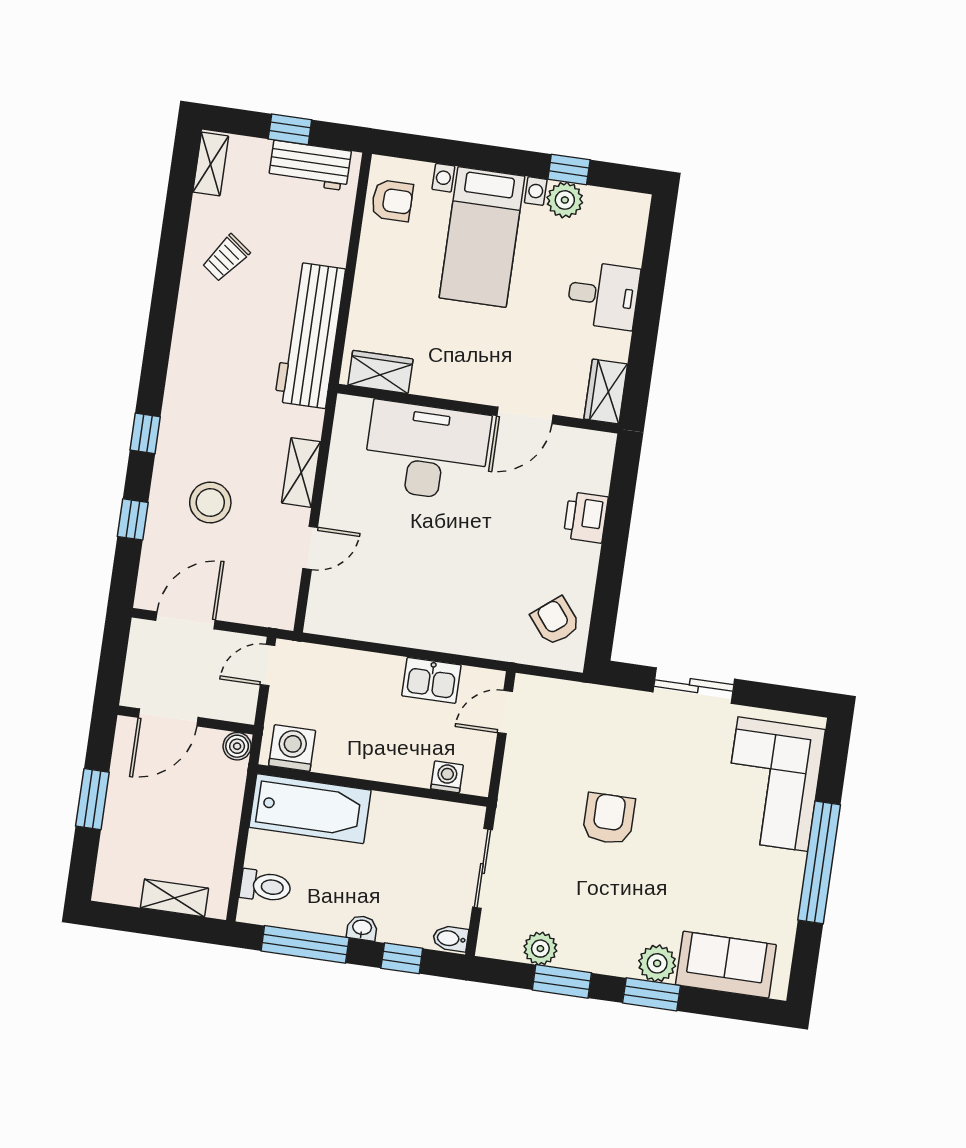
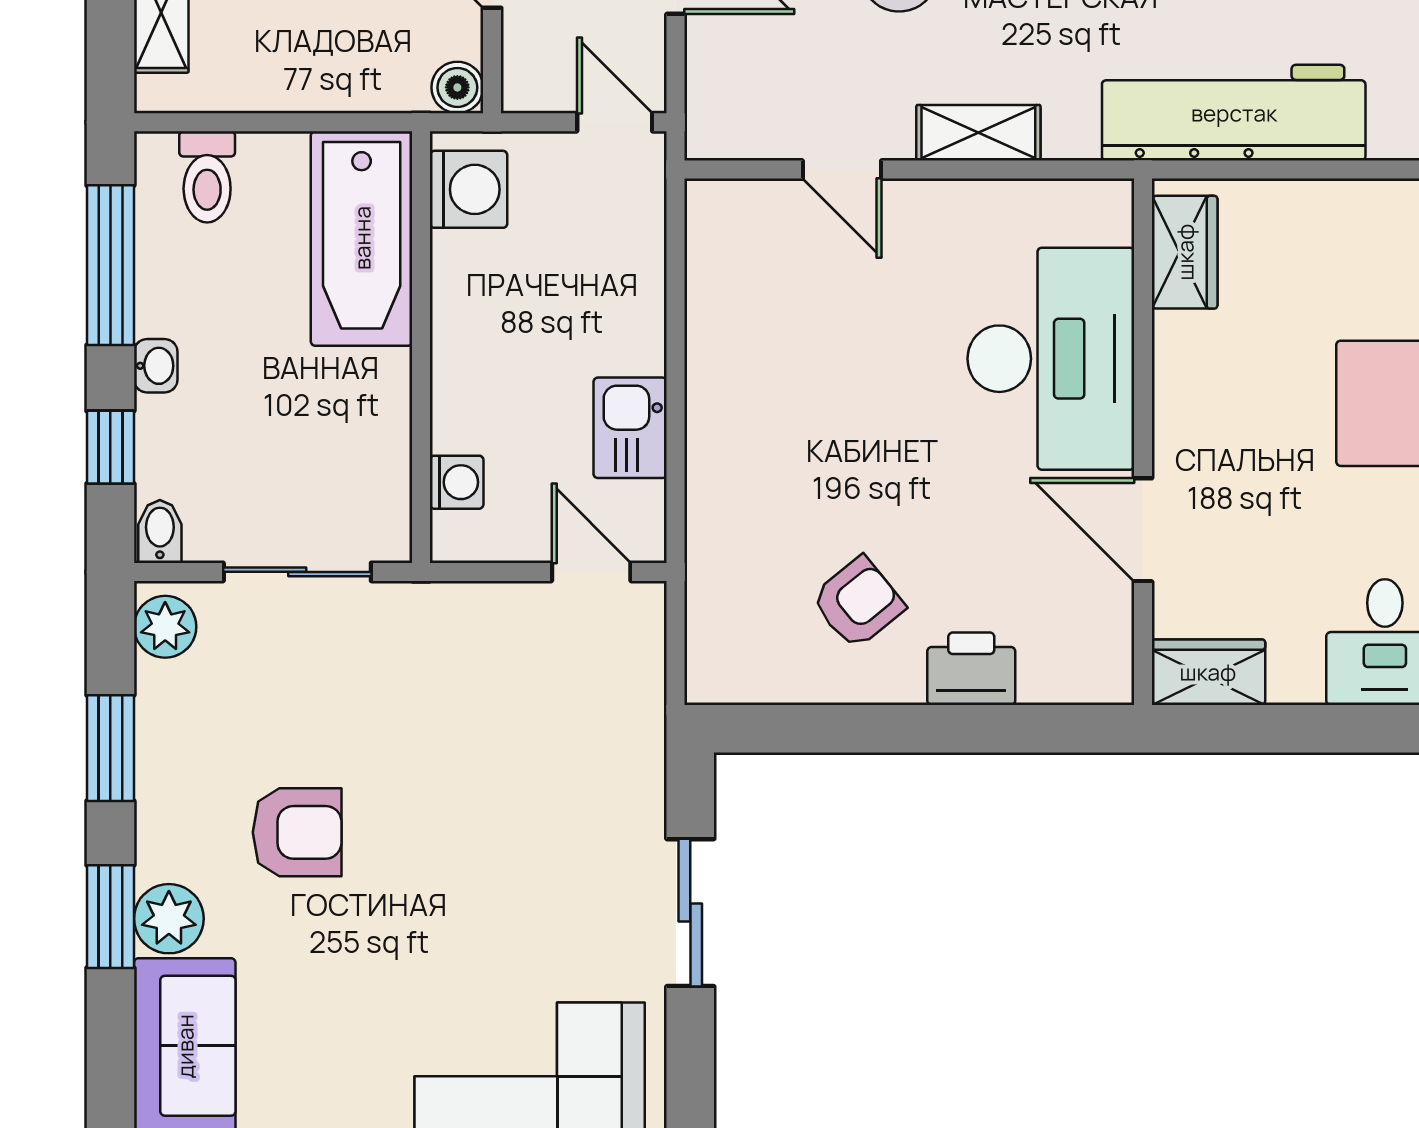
armchair: (555, 621) -> (858, 603), moved
armchair: (609, 819) -> (297, 832), moved
plant: (540, 949) -> (165, 627), moved

